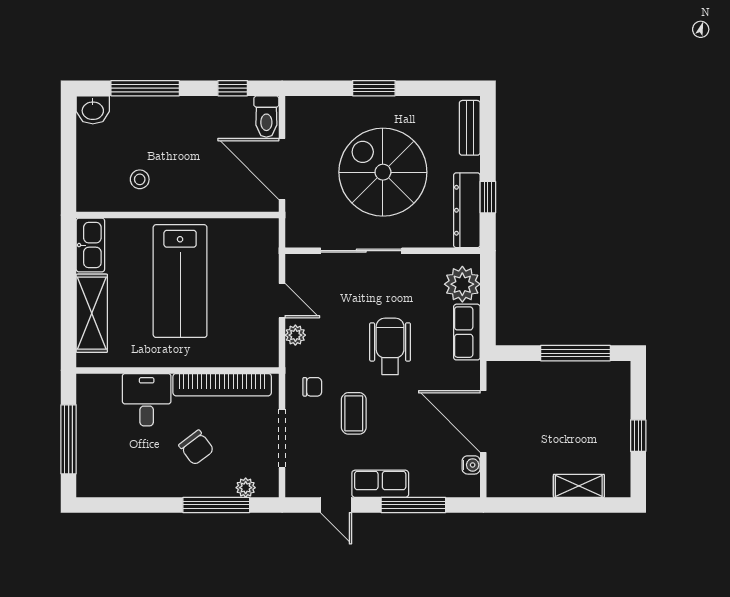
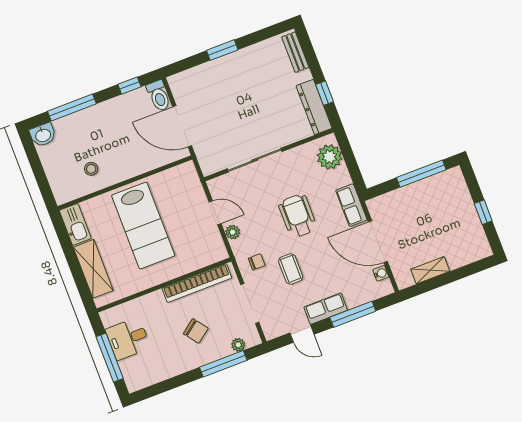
spiral stairs: (383, 172) -> (249, 103), removed
row of seats: (467, 332) -> (351, 205), moved
desk: (147, 400) -> (128, 339), moved, turned -90
shelving: (579, 486) -> (430, 270), moved

